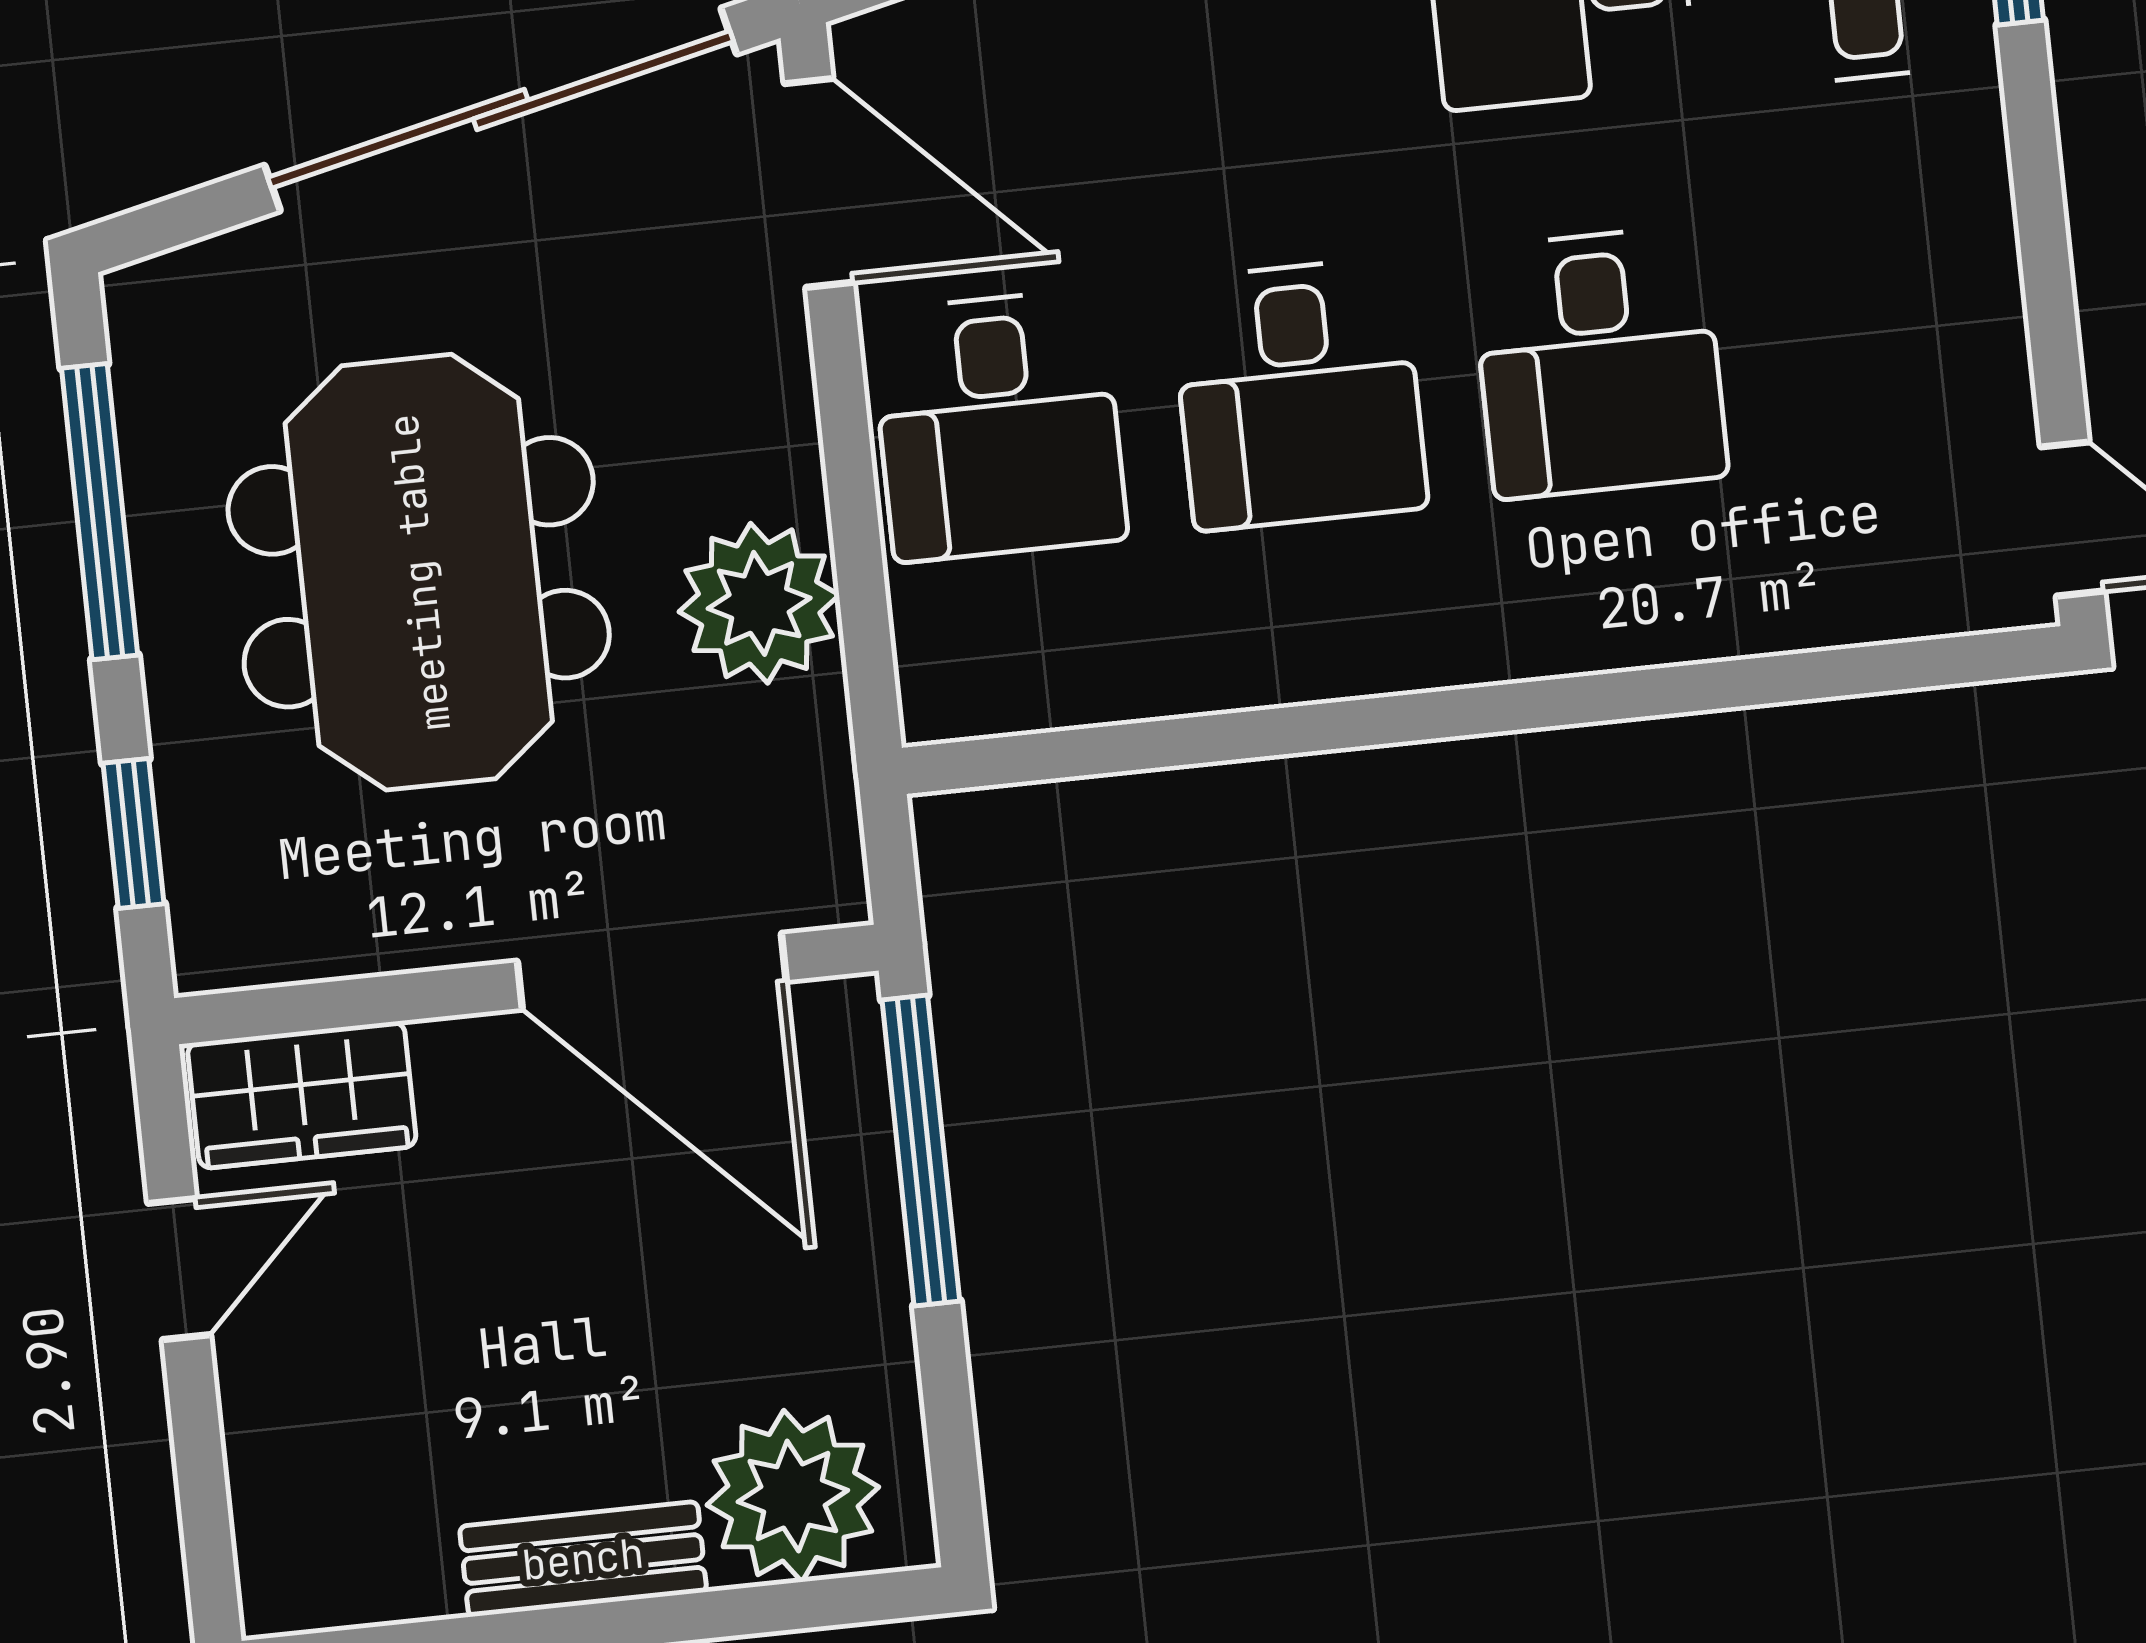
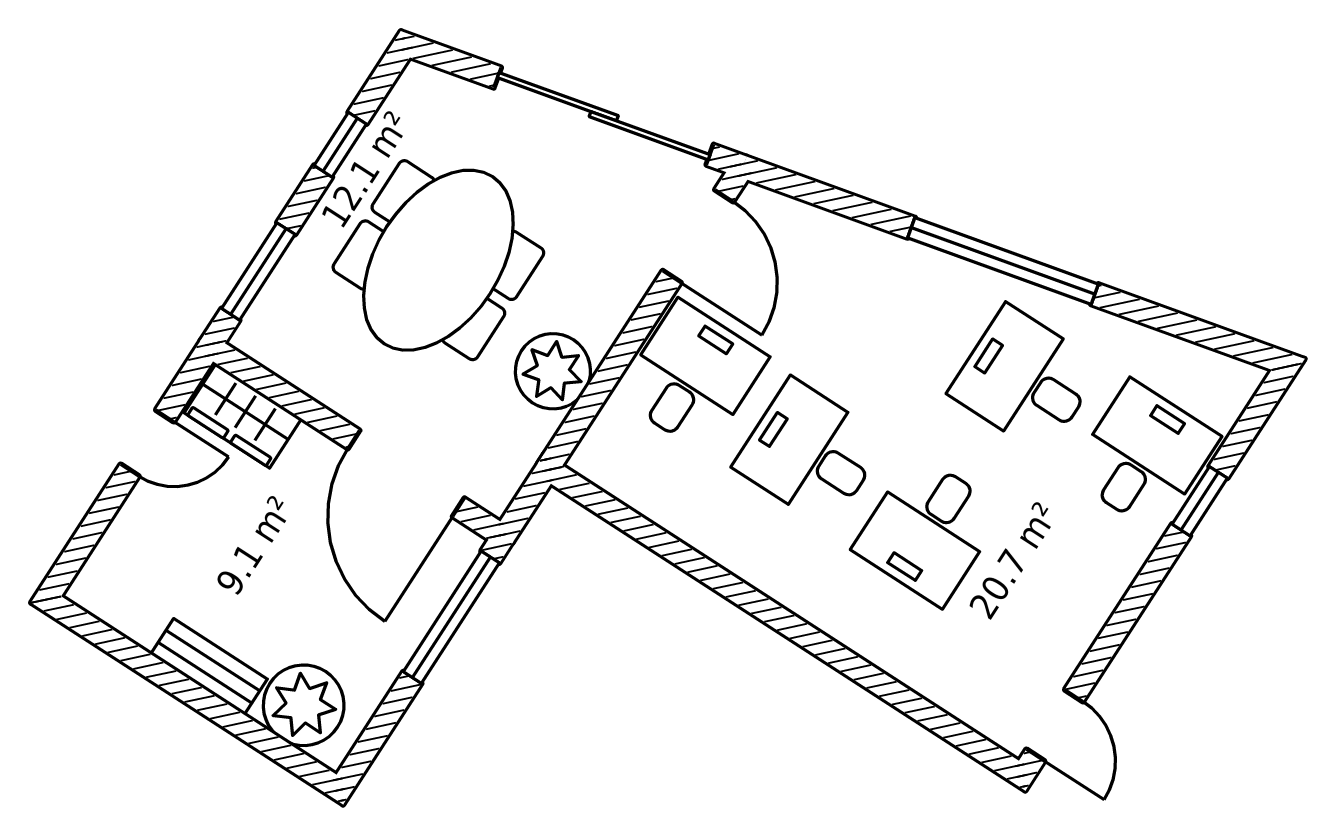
desk: (1299, 394) -> (810, 453), turned 90
desk: (998, 425) -> (692, 377), turned 180
window: (100, 512) -> (340, 145), width x0.46
window: (133, 833) -> (258, 271), width x1.50

